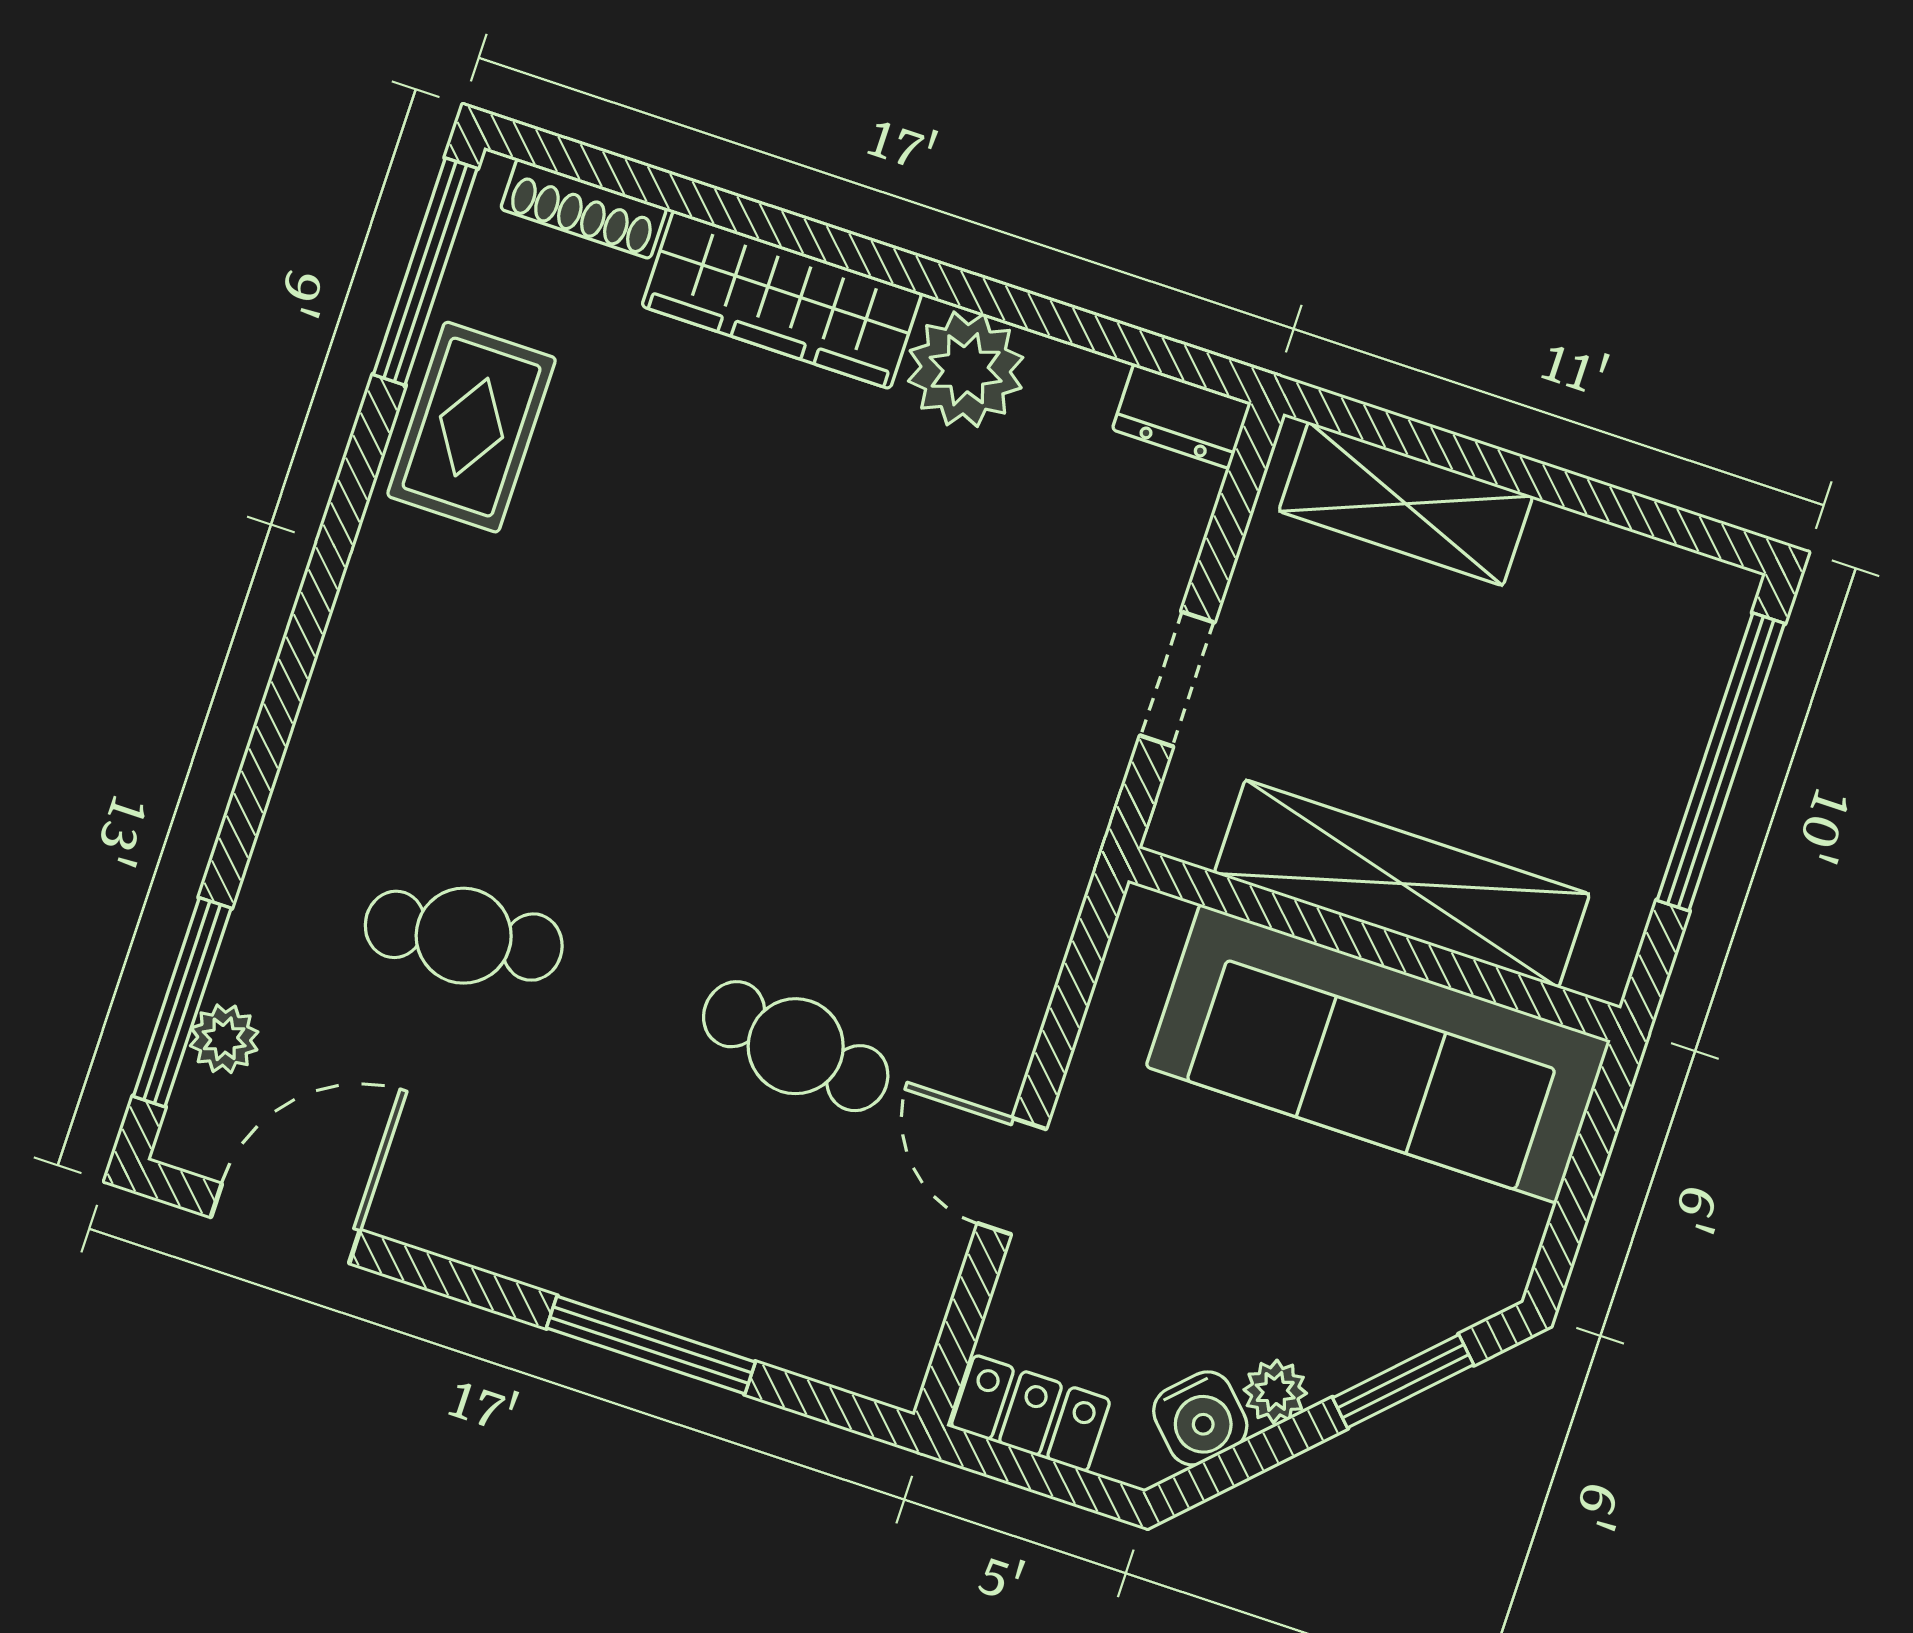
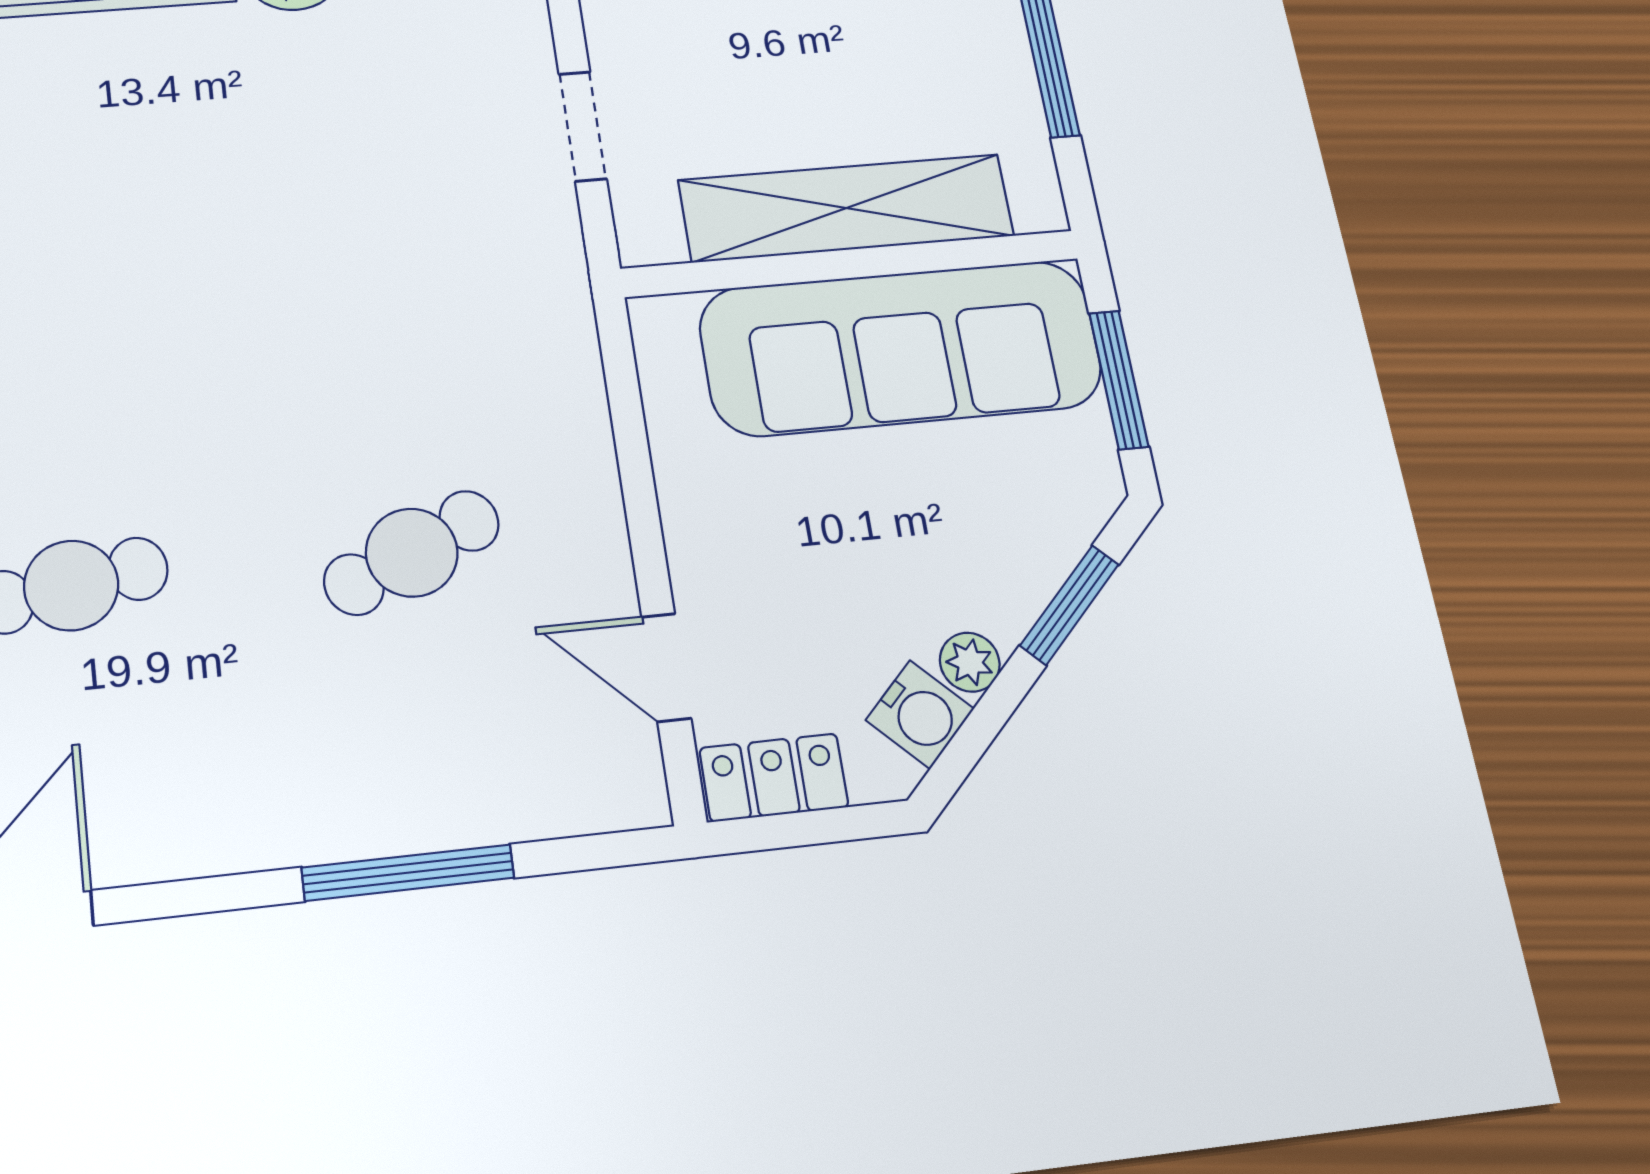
cafe table: (796, 1046) -> (412, 553), turned -33
door: (1012, 1176) -> (666, 667), moved
window: (1581, 1183) -> (1119, 380), added

